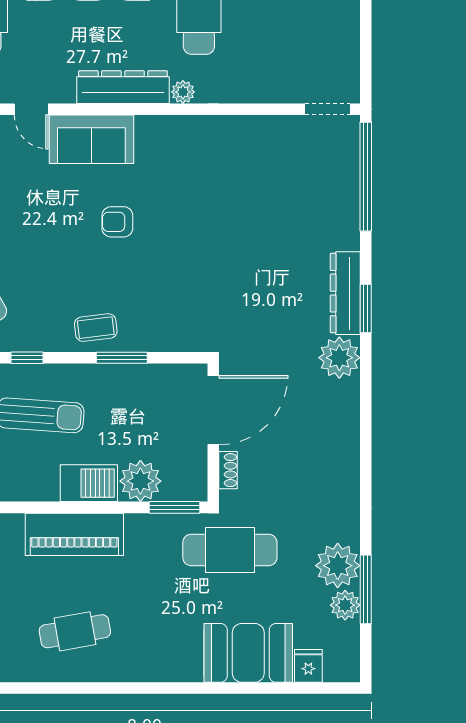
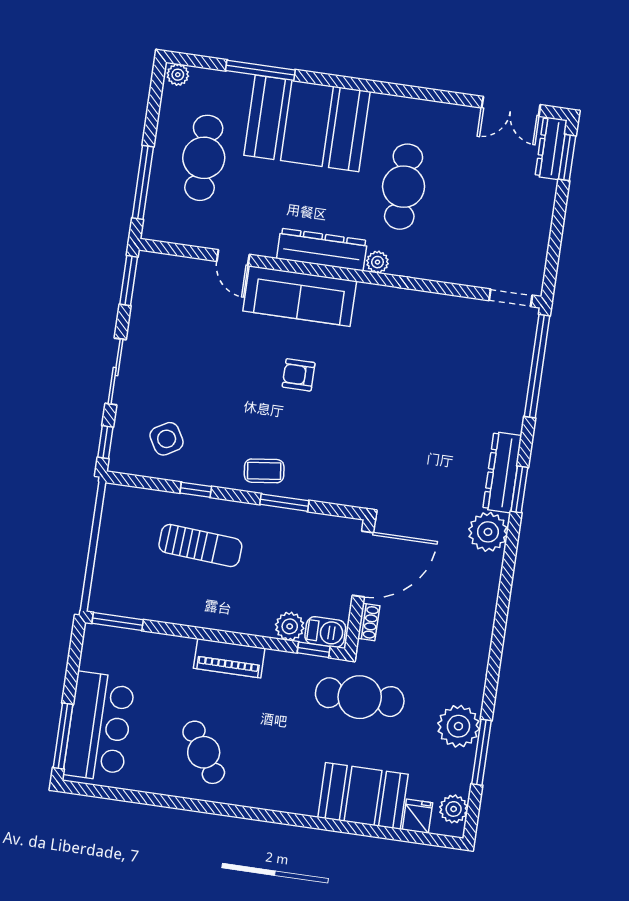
sofa: (91, 139) -> (300, 296), width x1.36
plant: (140, 481) -> (290, 626), width x0.73, depth x0.73
barbecue: (89, 483) -> (325, 632), moved, width x0.73, depth x0.79
window: (175, 507) -> (314, 650), width x0.67
piano: (74, 534) -> (229, 658), width x0.73, depth x0.75
plant: (345, 605) -> (454, 809), moved
cafe table: (75, 631) -> (204, 752), turned 67

